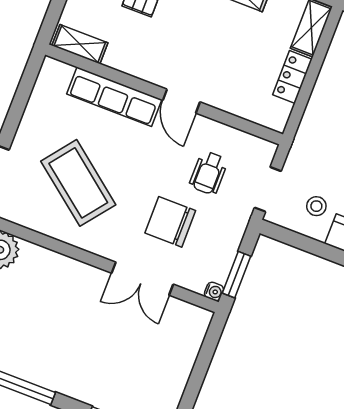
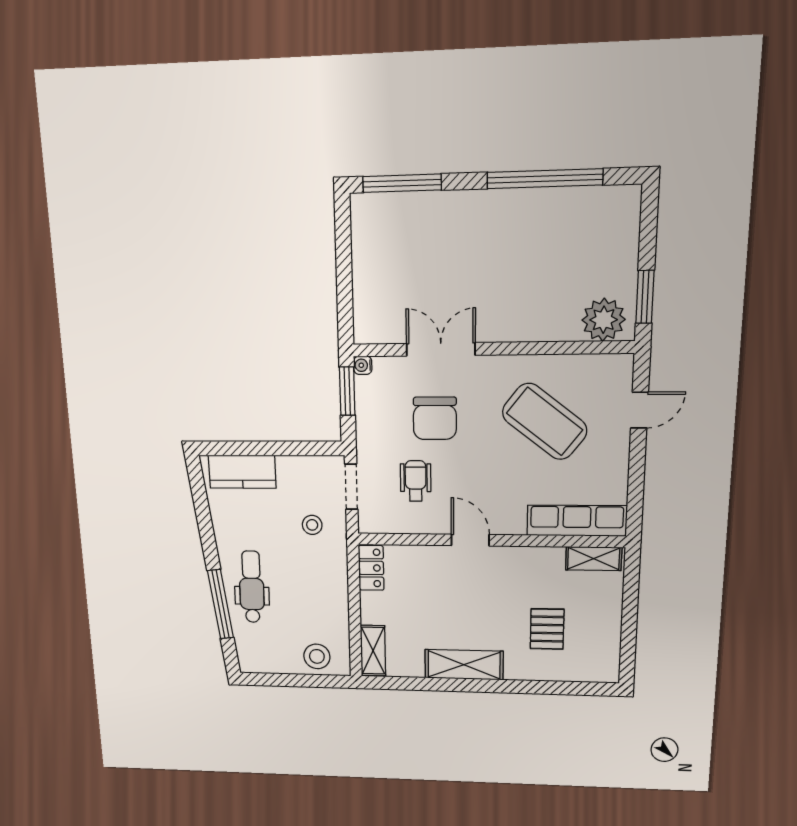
locker: (292, 77) -> (371, 568), moved
row of seats: (114, 97) -> (577, 521), moved
stool: (316, 206) -> (312, 525), moved
chair: (170, 222) -> (435, 418), turned 90

